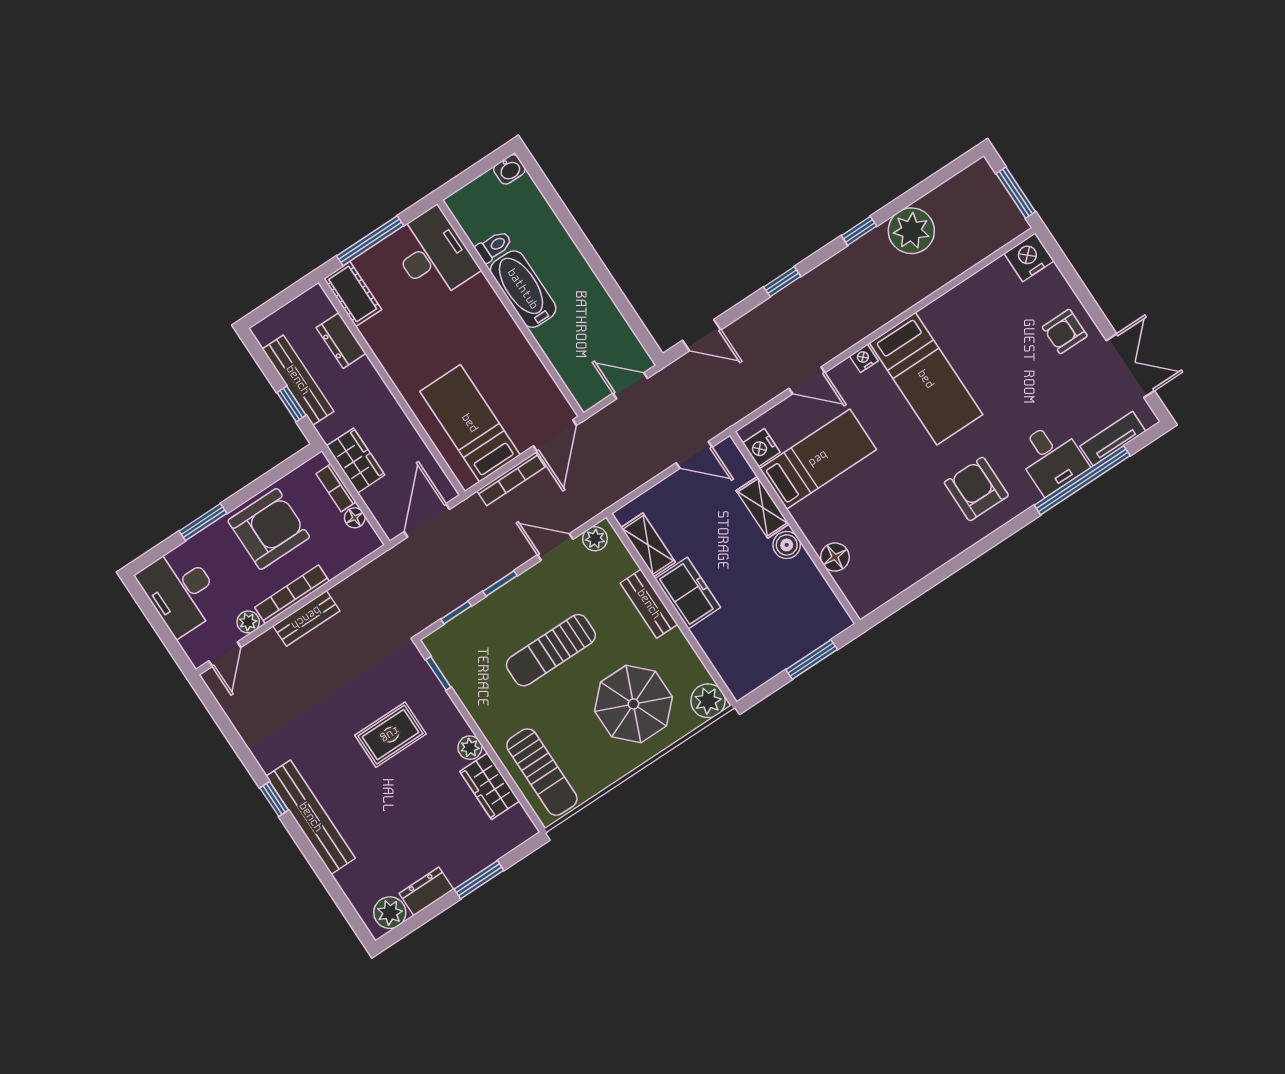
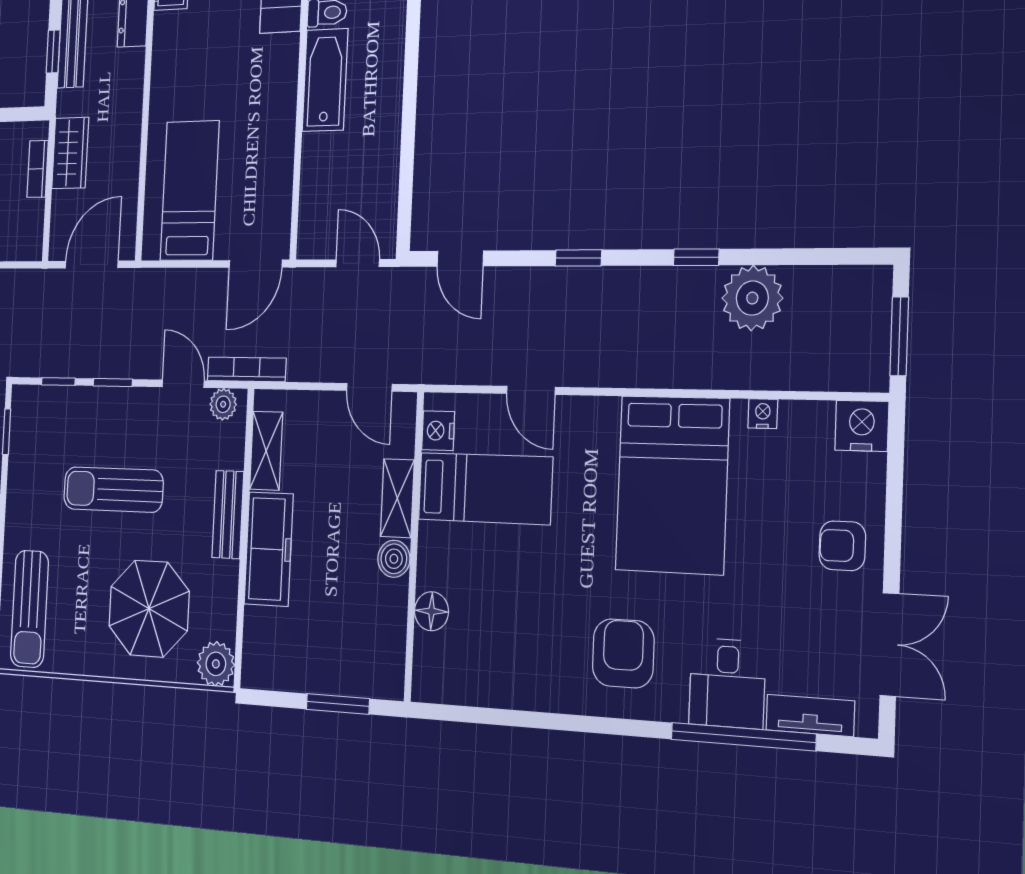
nightstand: (864, 358) -> (763, 414), moved
bed: (926, 379) -> (672, 485), width x1.50
bookcase: (511, 479) -> (247, 369), moved, turned 180
floor lamp: (355, 518) -> (34, 213), removed
freezer: (688, 593) -> (269, 549), width x1.40

